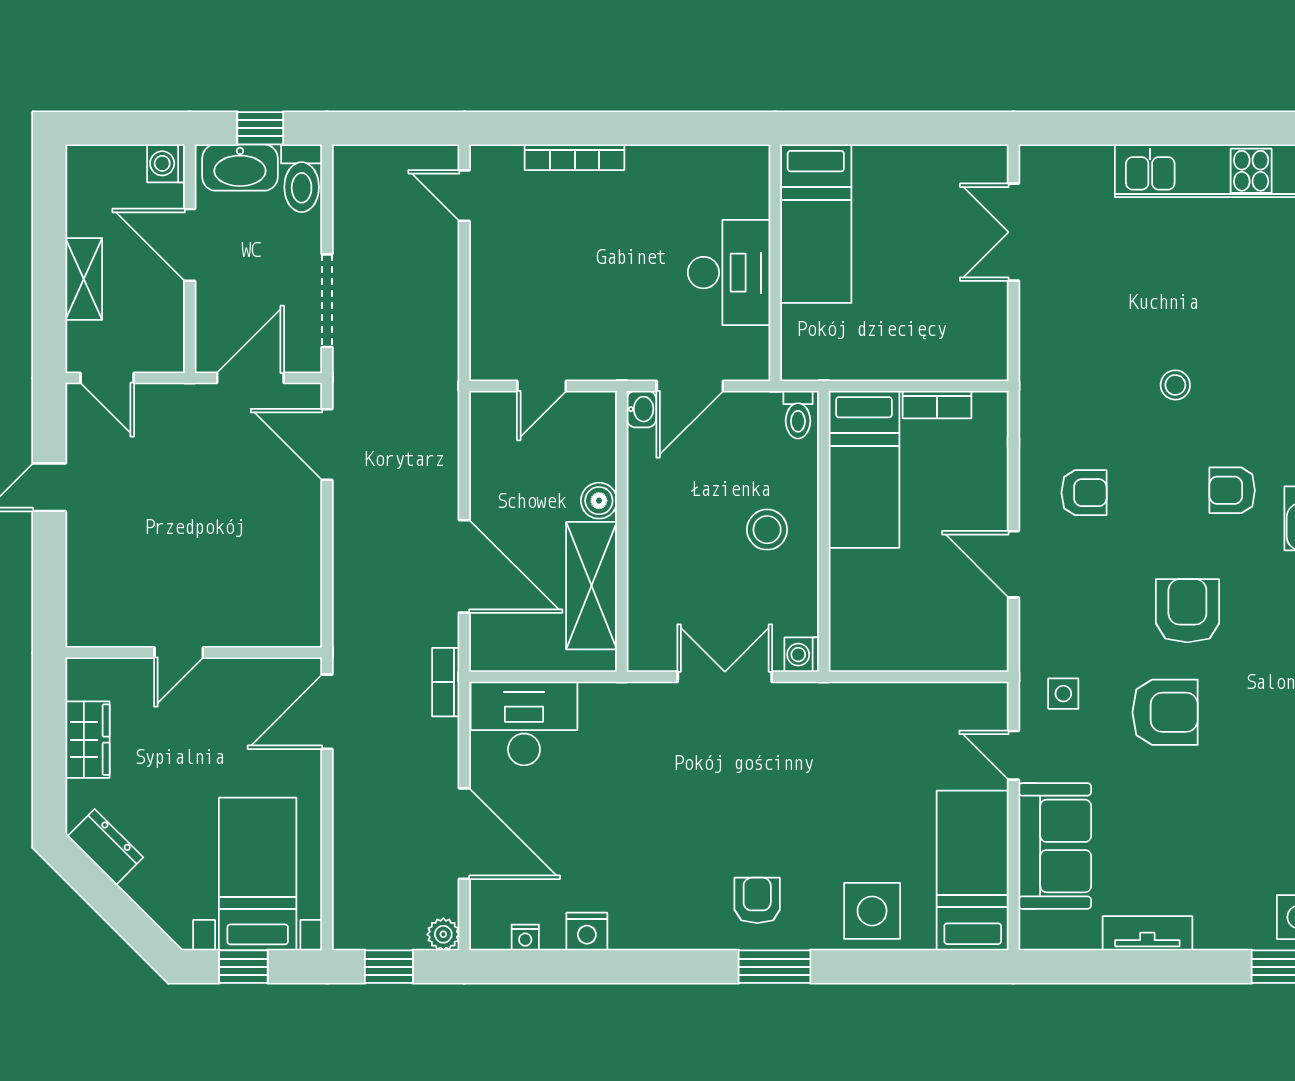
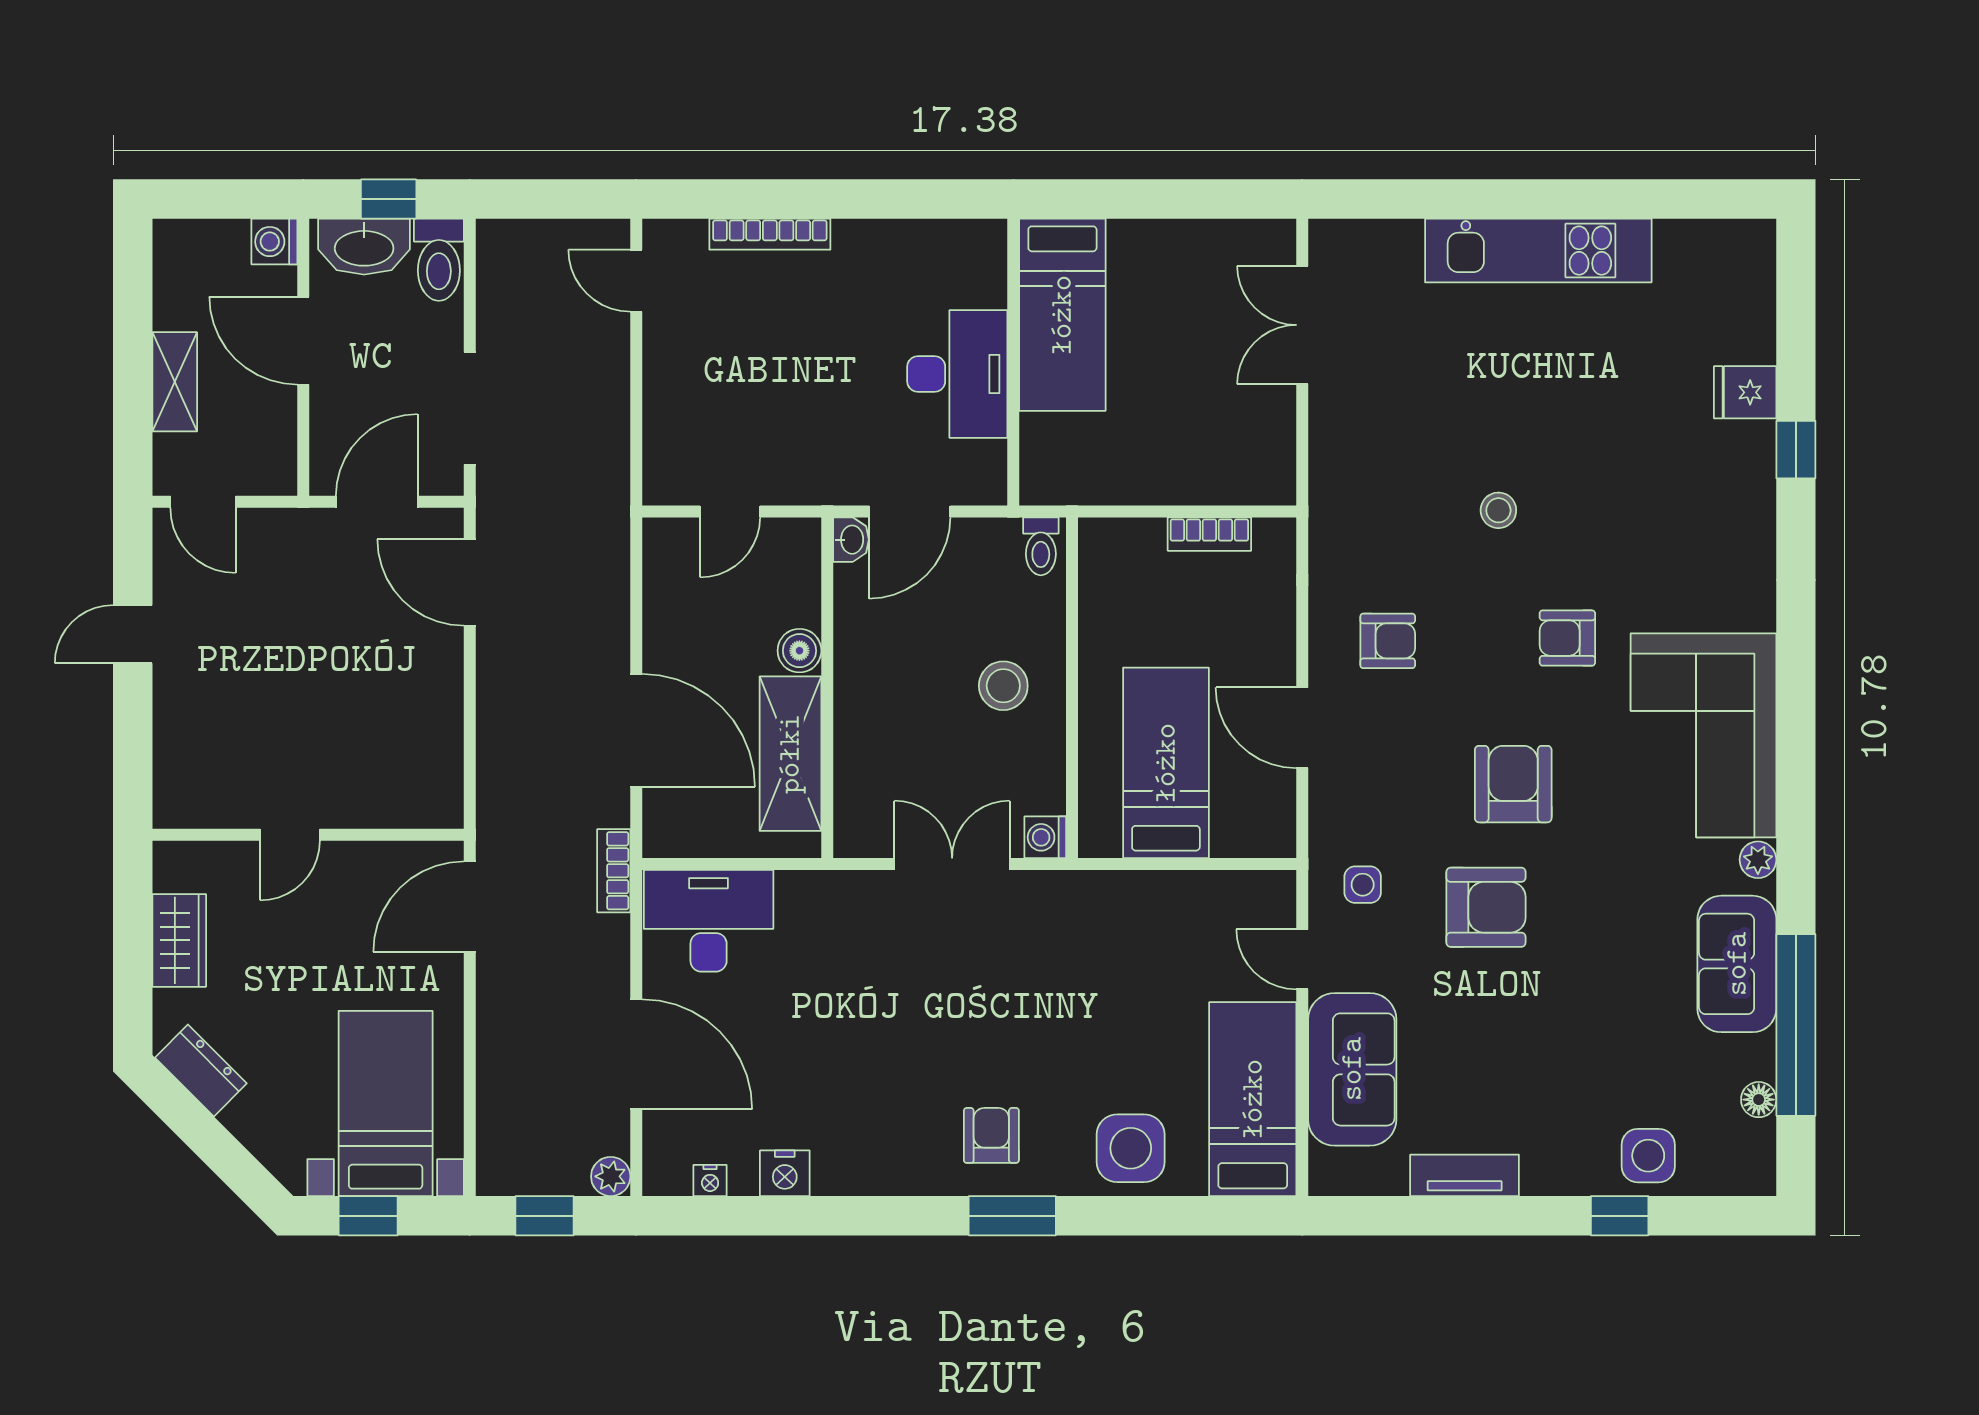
bed: (864, 469) -> (1166, 763), moved, turned 180

